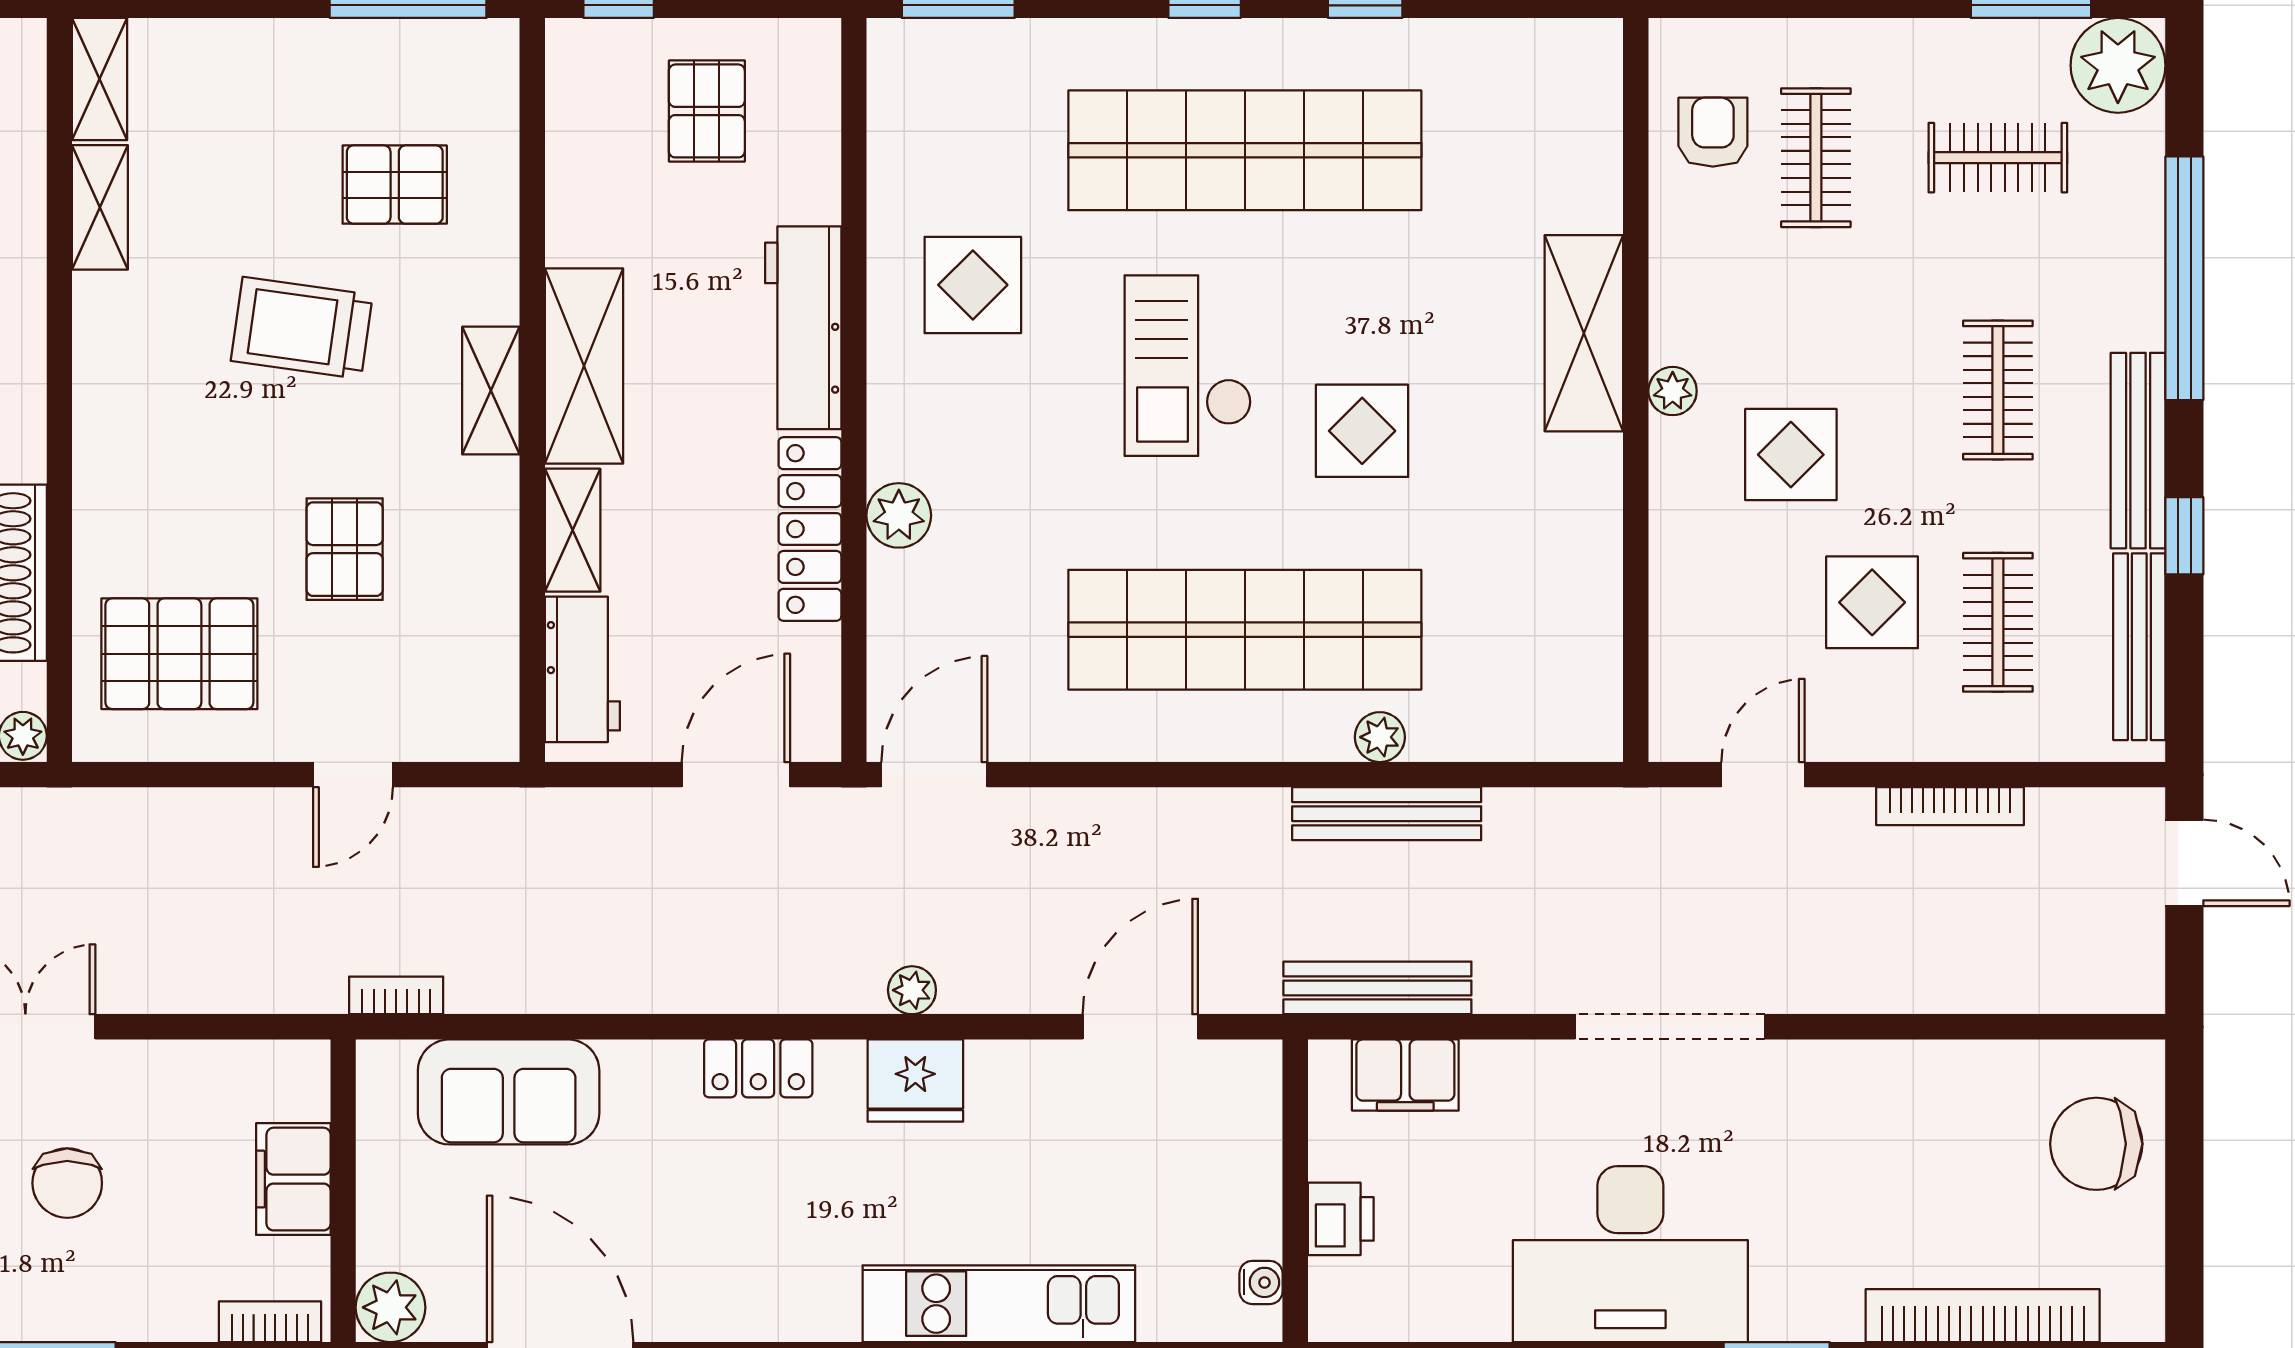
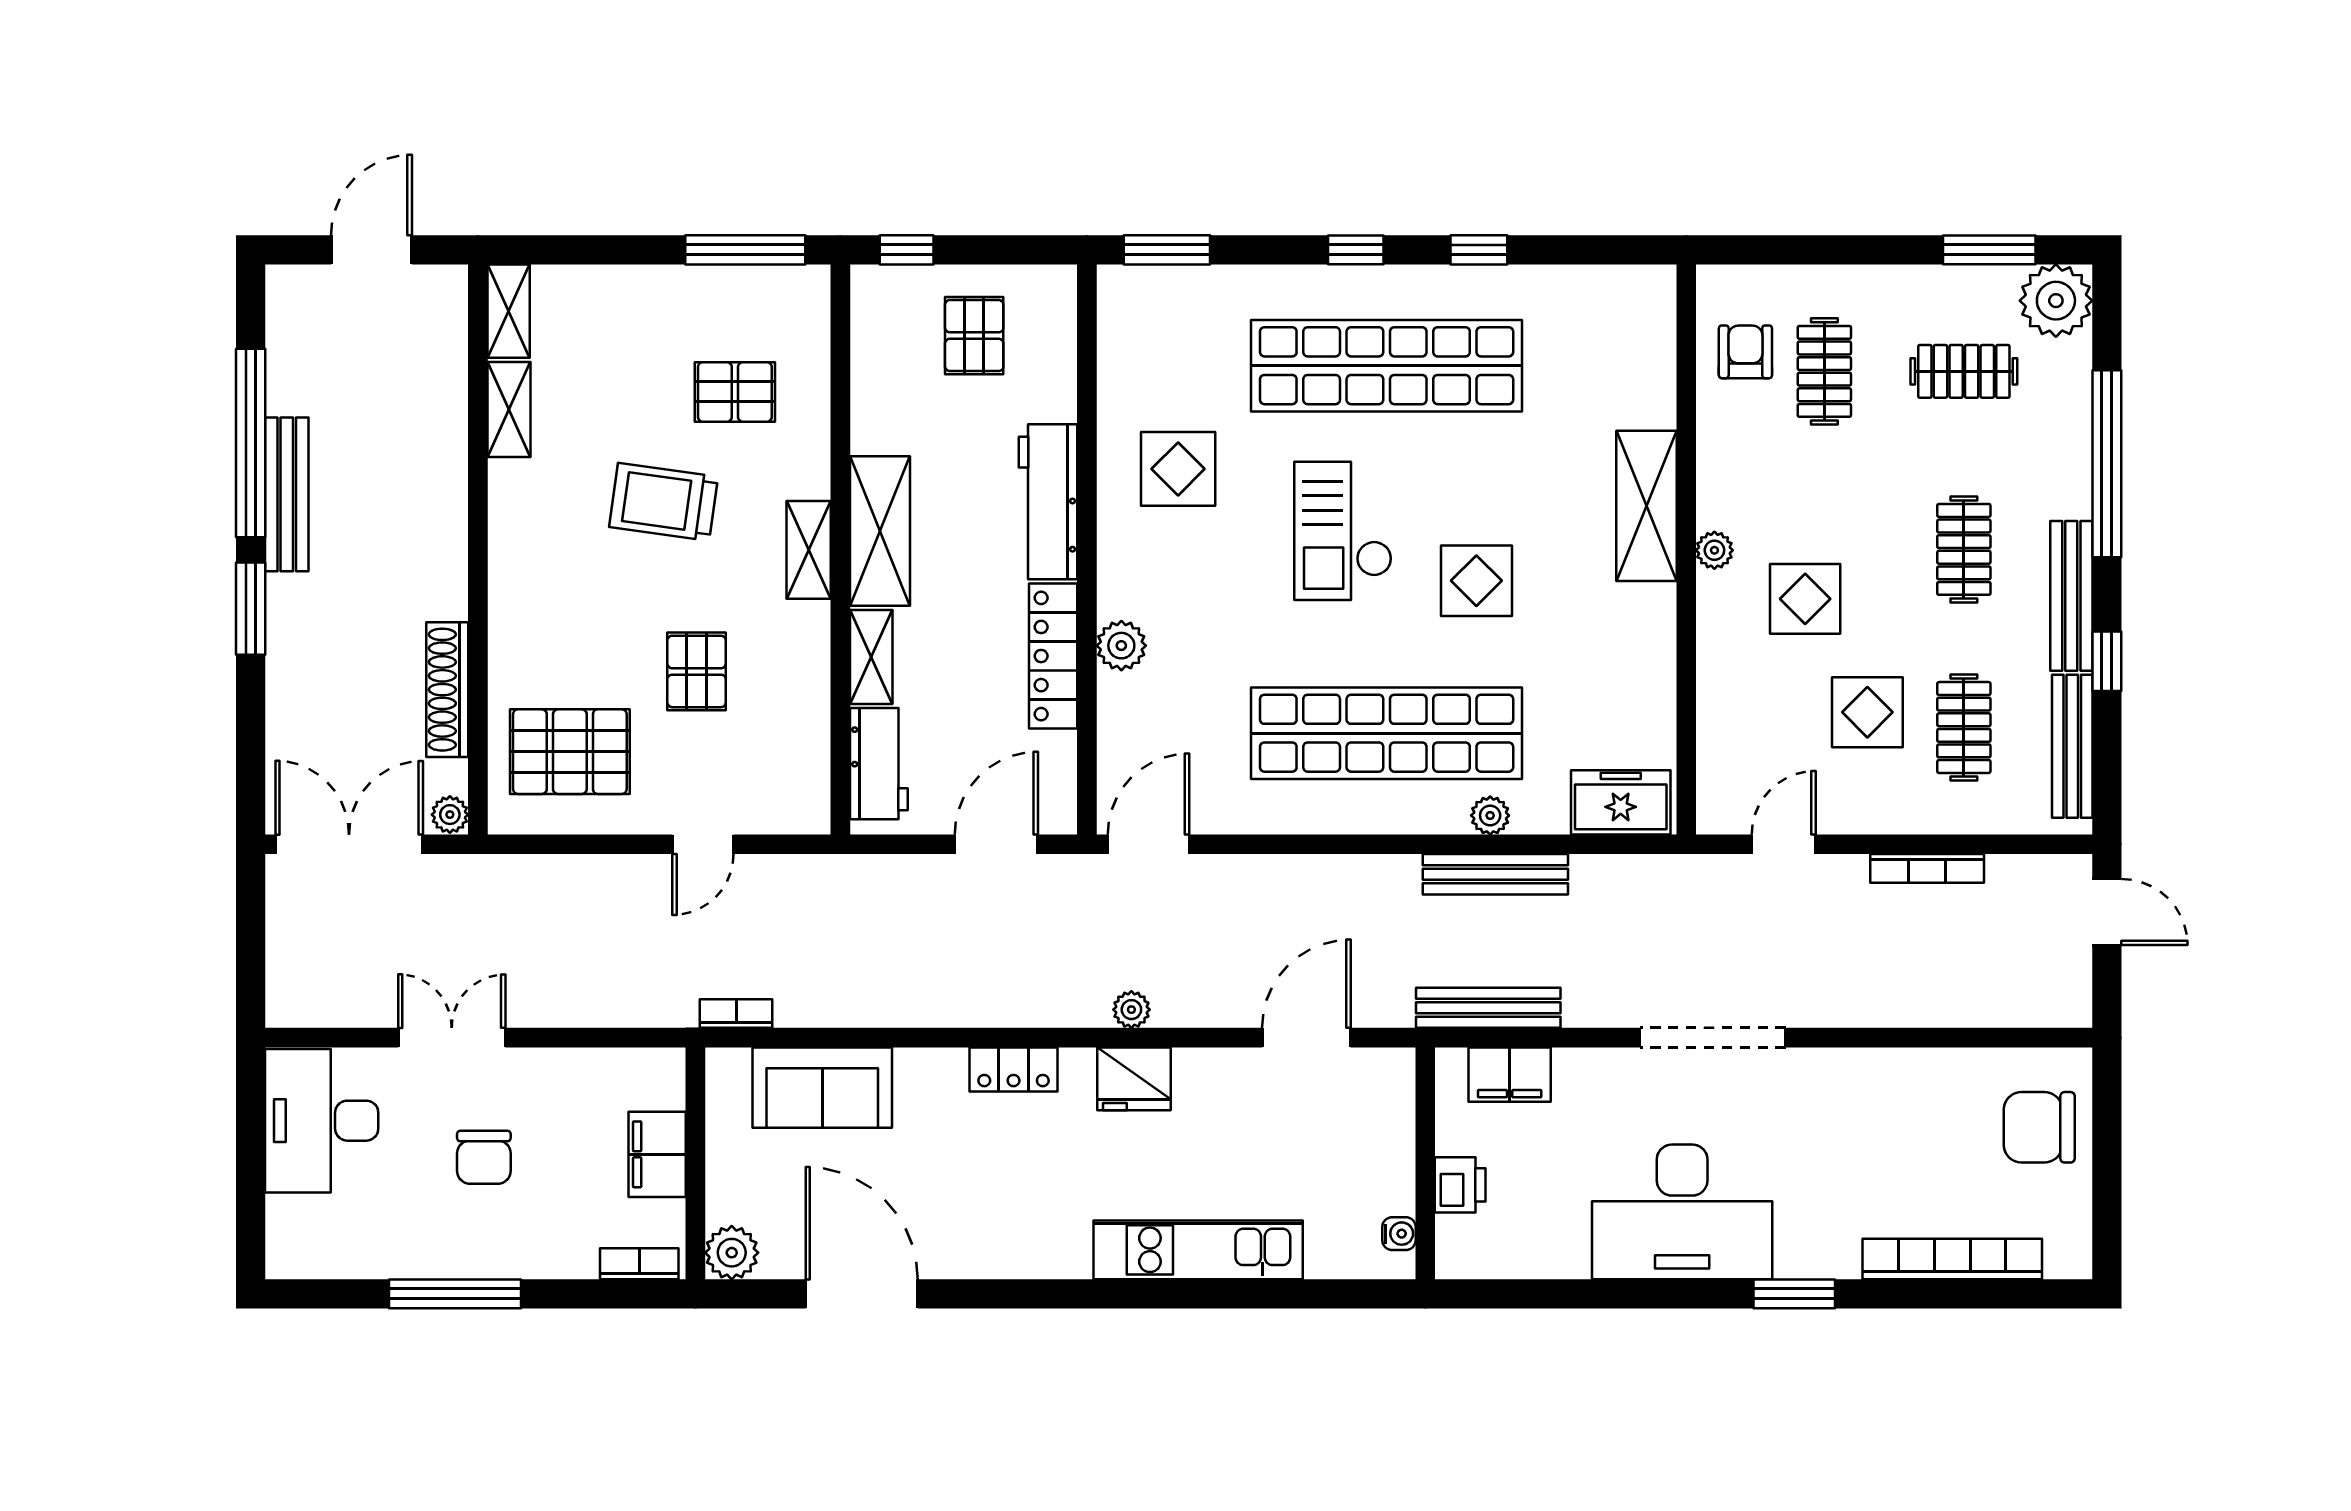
freezer: (1550, 720) -> (1621, 802), added

